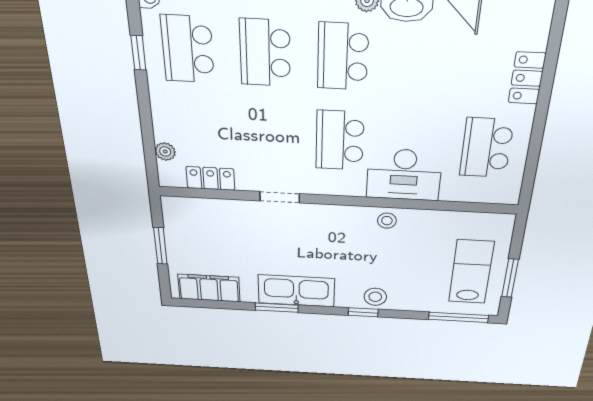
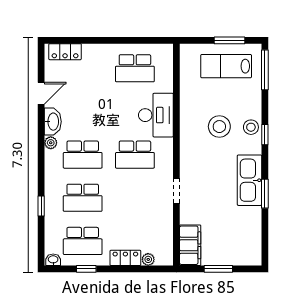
locker: (527, 78) -> (65, 52), moved
locker: (211, 178) -> (125, 258), moved, turned 90
stool: (387, 221) -> (219, 127), moved, width x1.89, depth x1.89
filing cabinet: (209, 288) -> (190, 245), moved, turned 180

